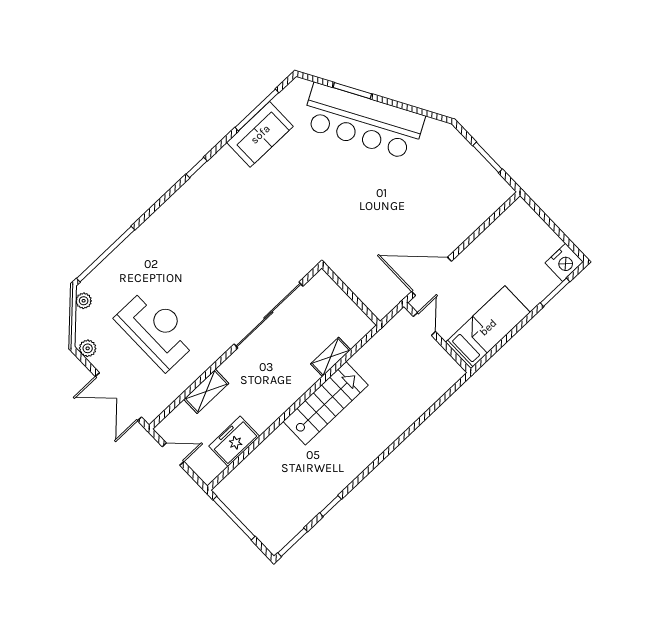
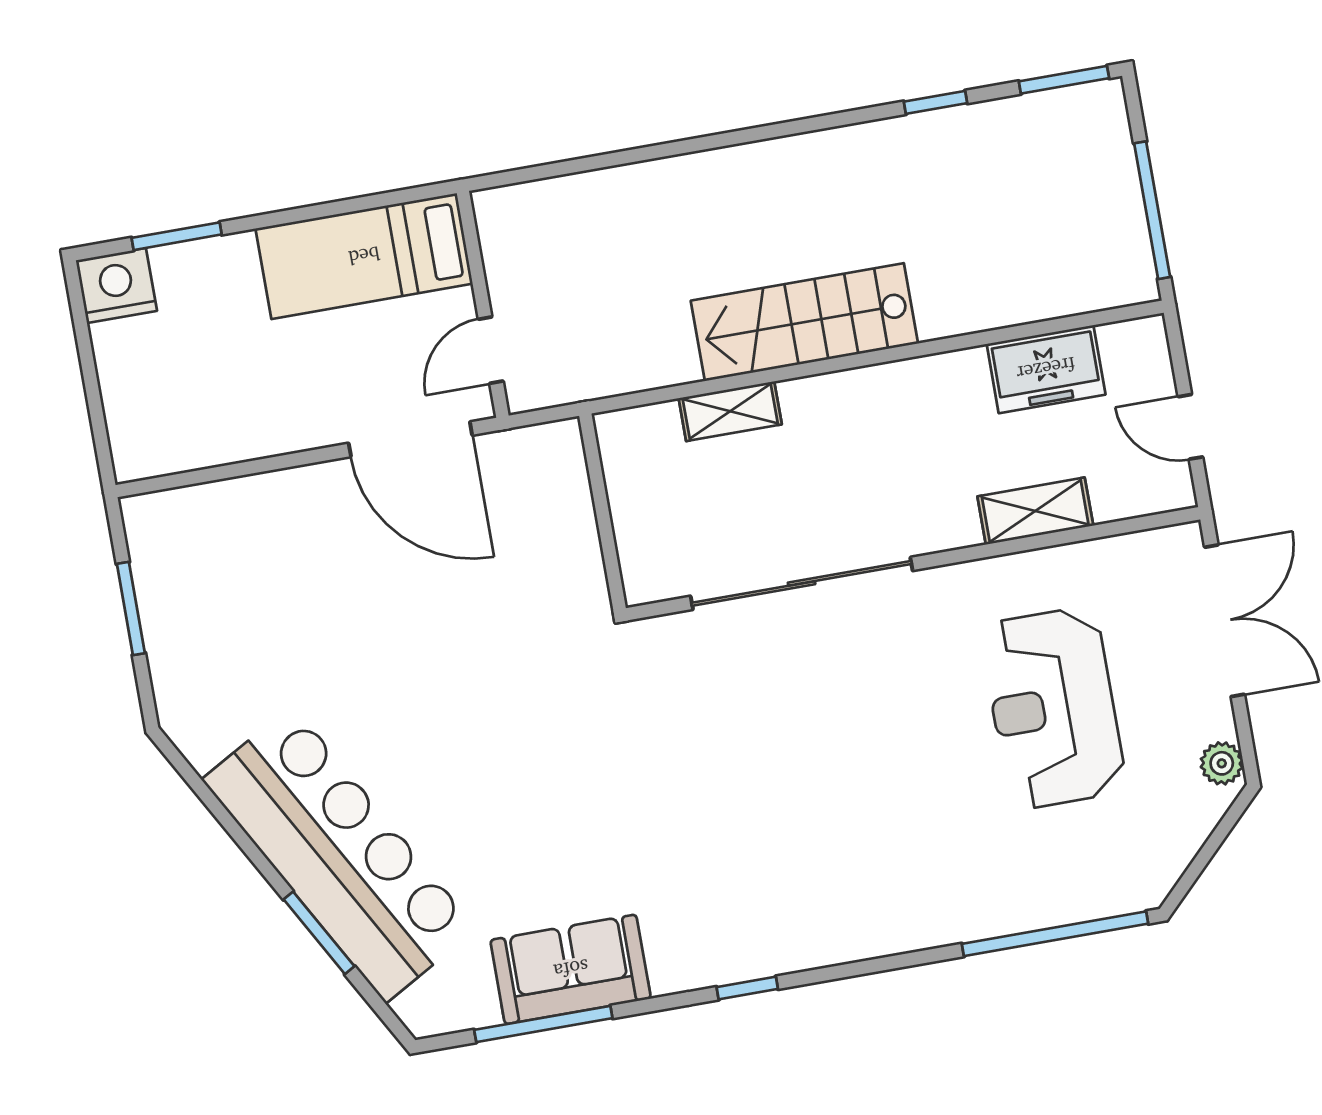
plant: (84, 301) -> (1165, 867), removed

